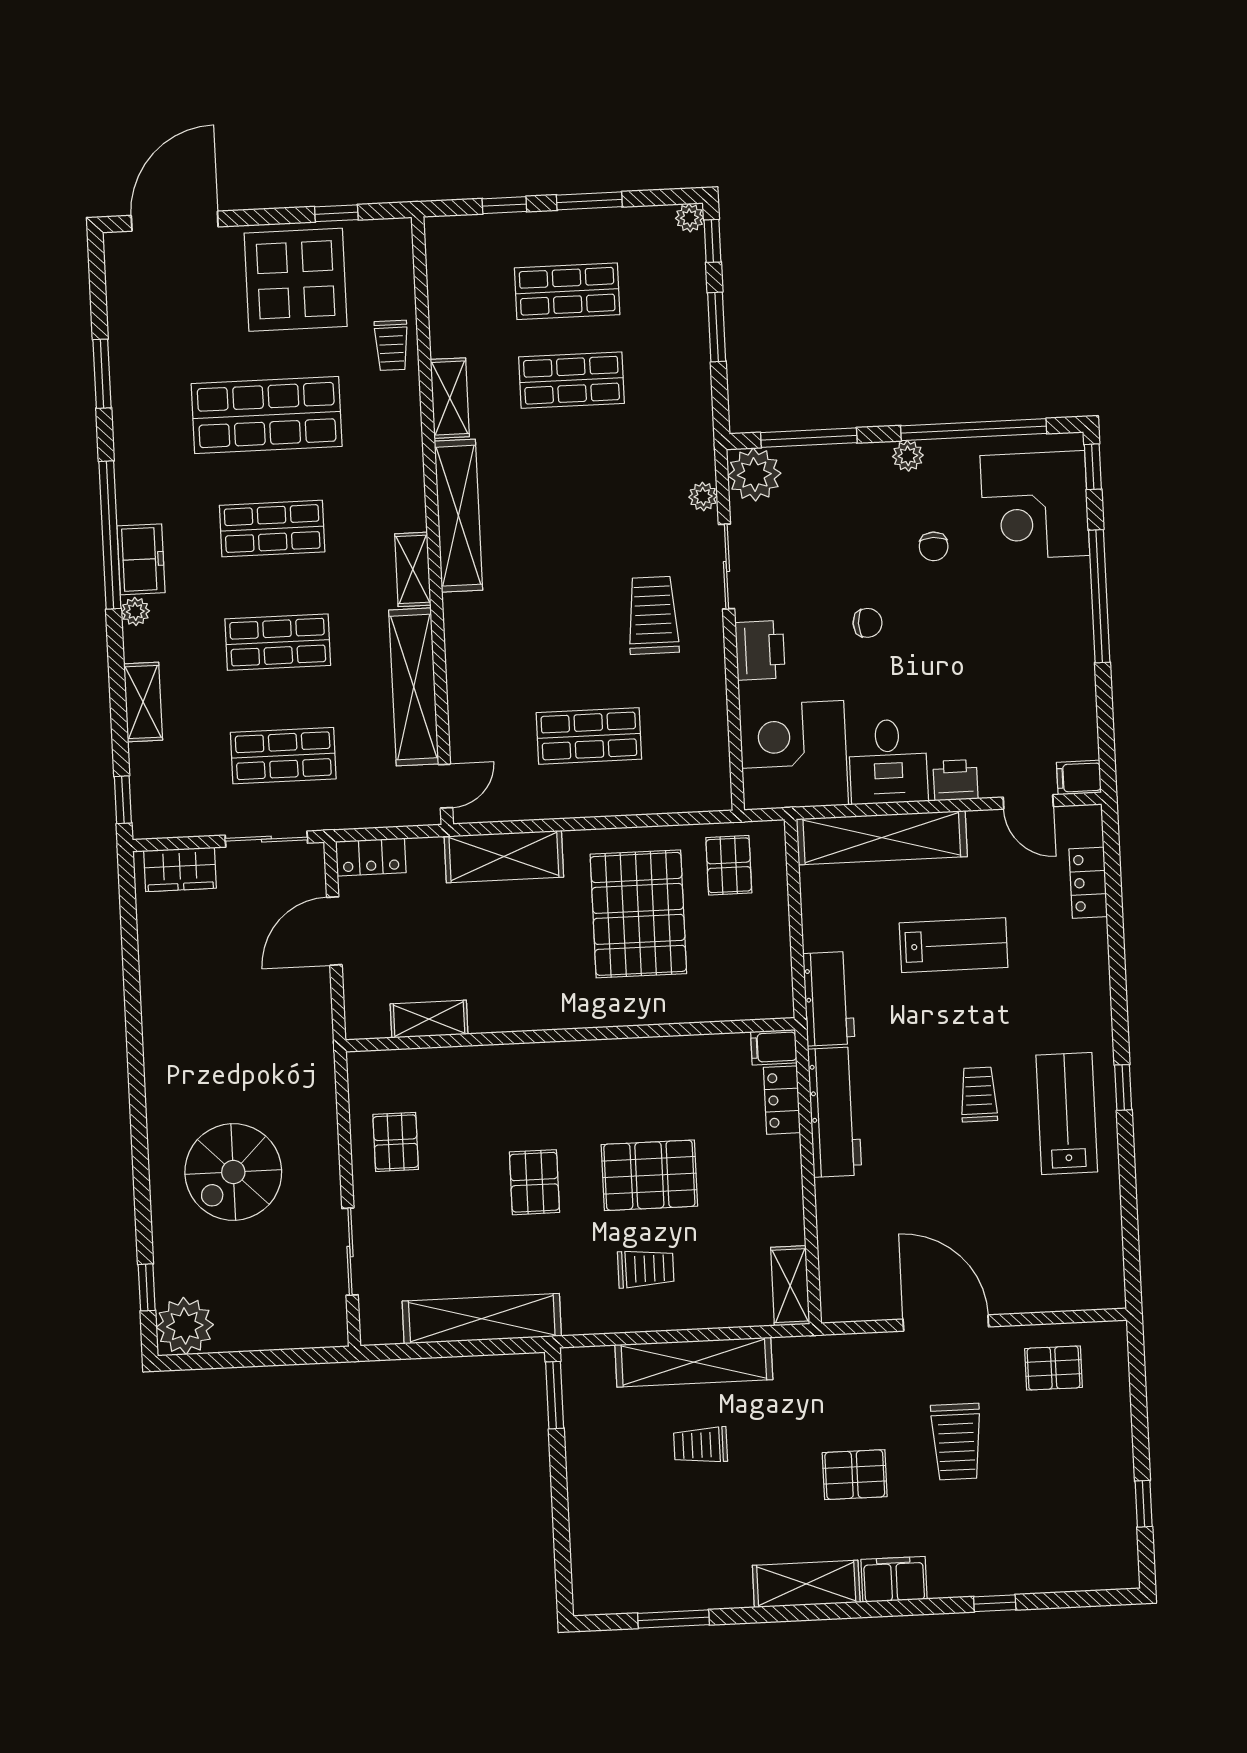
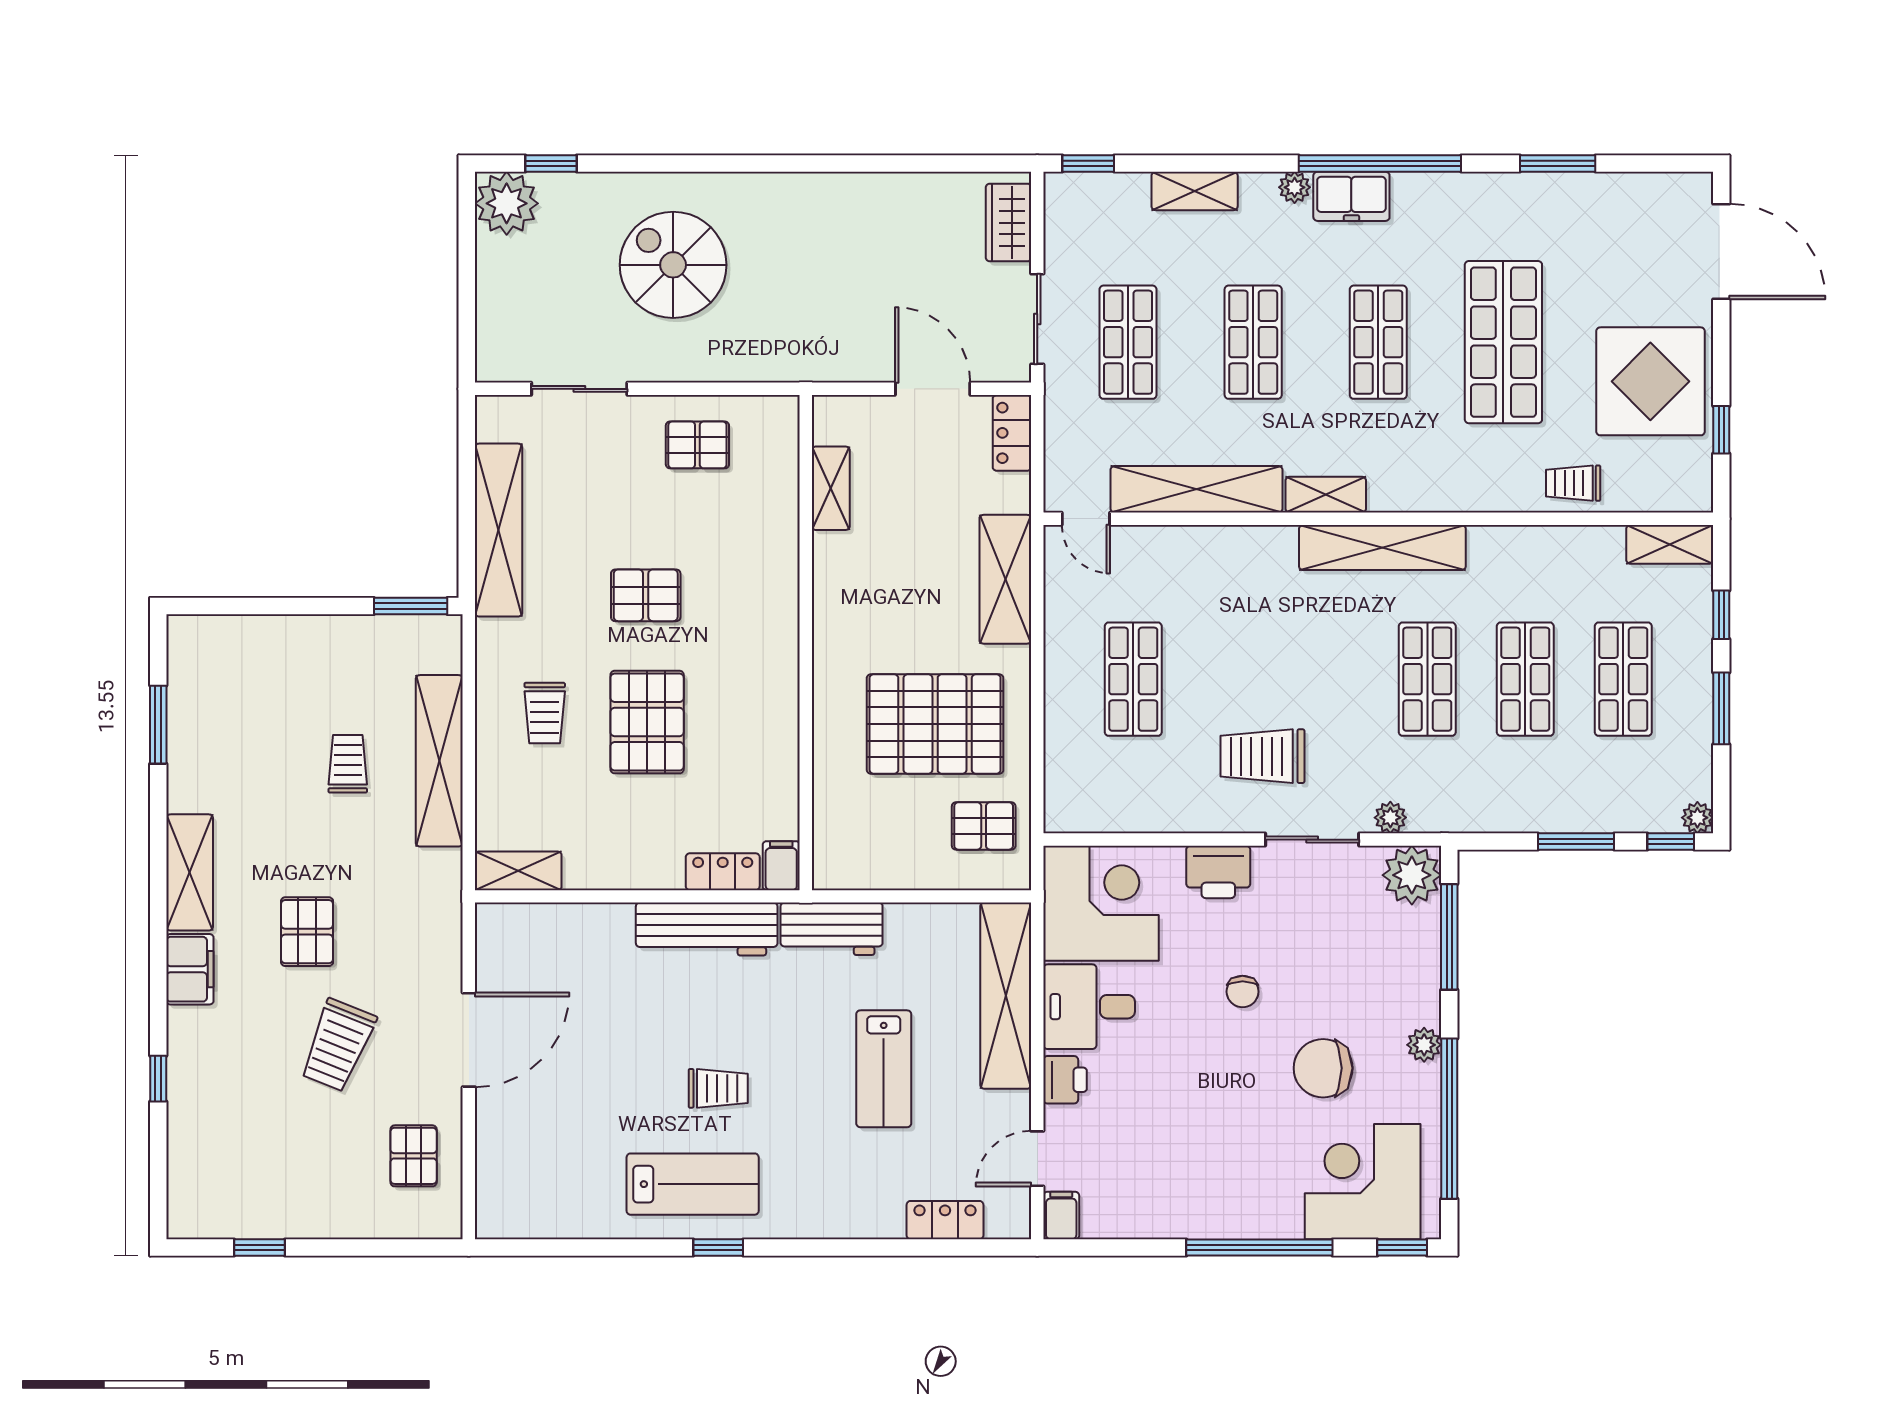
shelving: (450, 398) -> (1670, 544), moved
shop shelf: (576, 469) -> (1427, 679), added
chair: (934, 546) -> (1323, 1068), width x1.87, depth x1.87
trolley: (653, 615) -> (1262, 756), turned 180
trolley: (956, 1442) -> (338, 1045), turned -68

